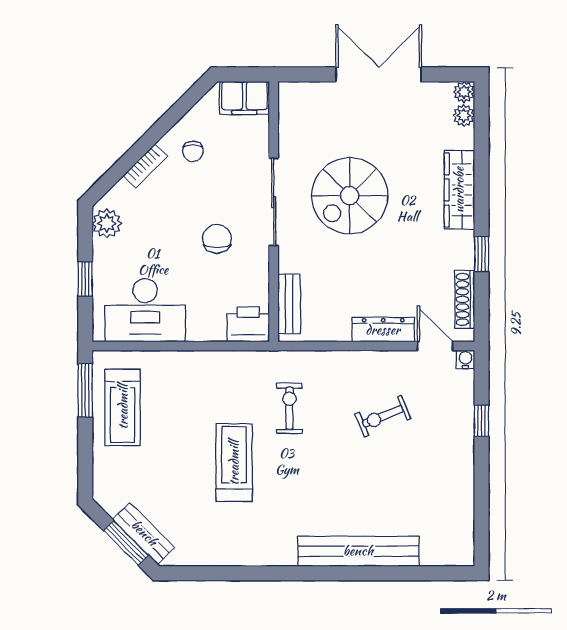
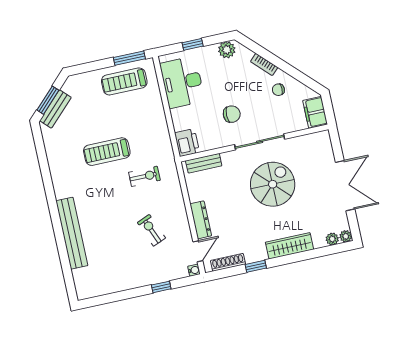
spiral stairs: (350, 196) -> (273, 184), turned 90
treadmill: (234, 463) -> (107, 152), turned 180

